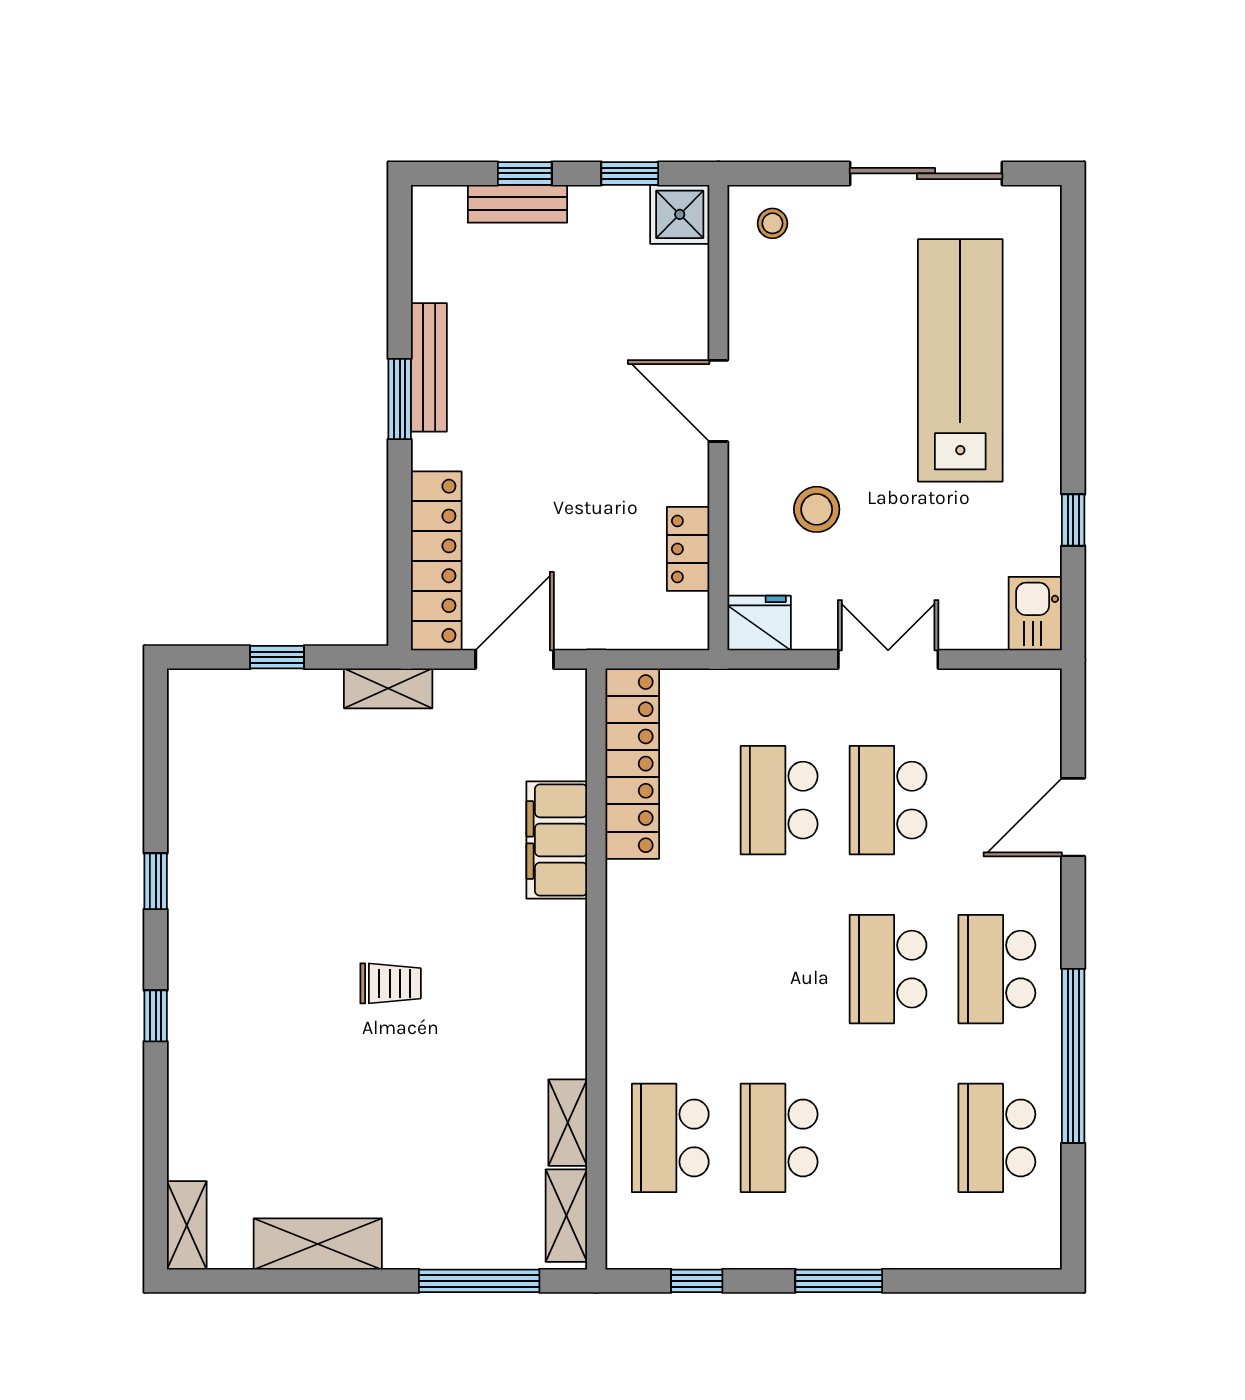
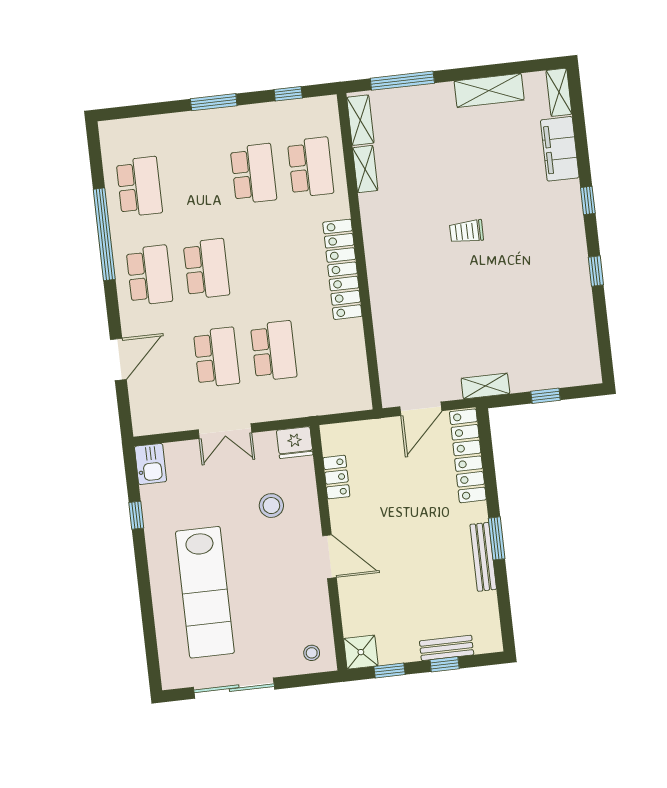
locker: (632, 764) -> (342, 269), moved
filing cabinet: (557, 840) -> (560, 149), moved, turned 180

